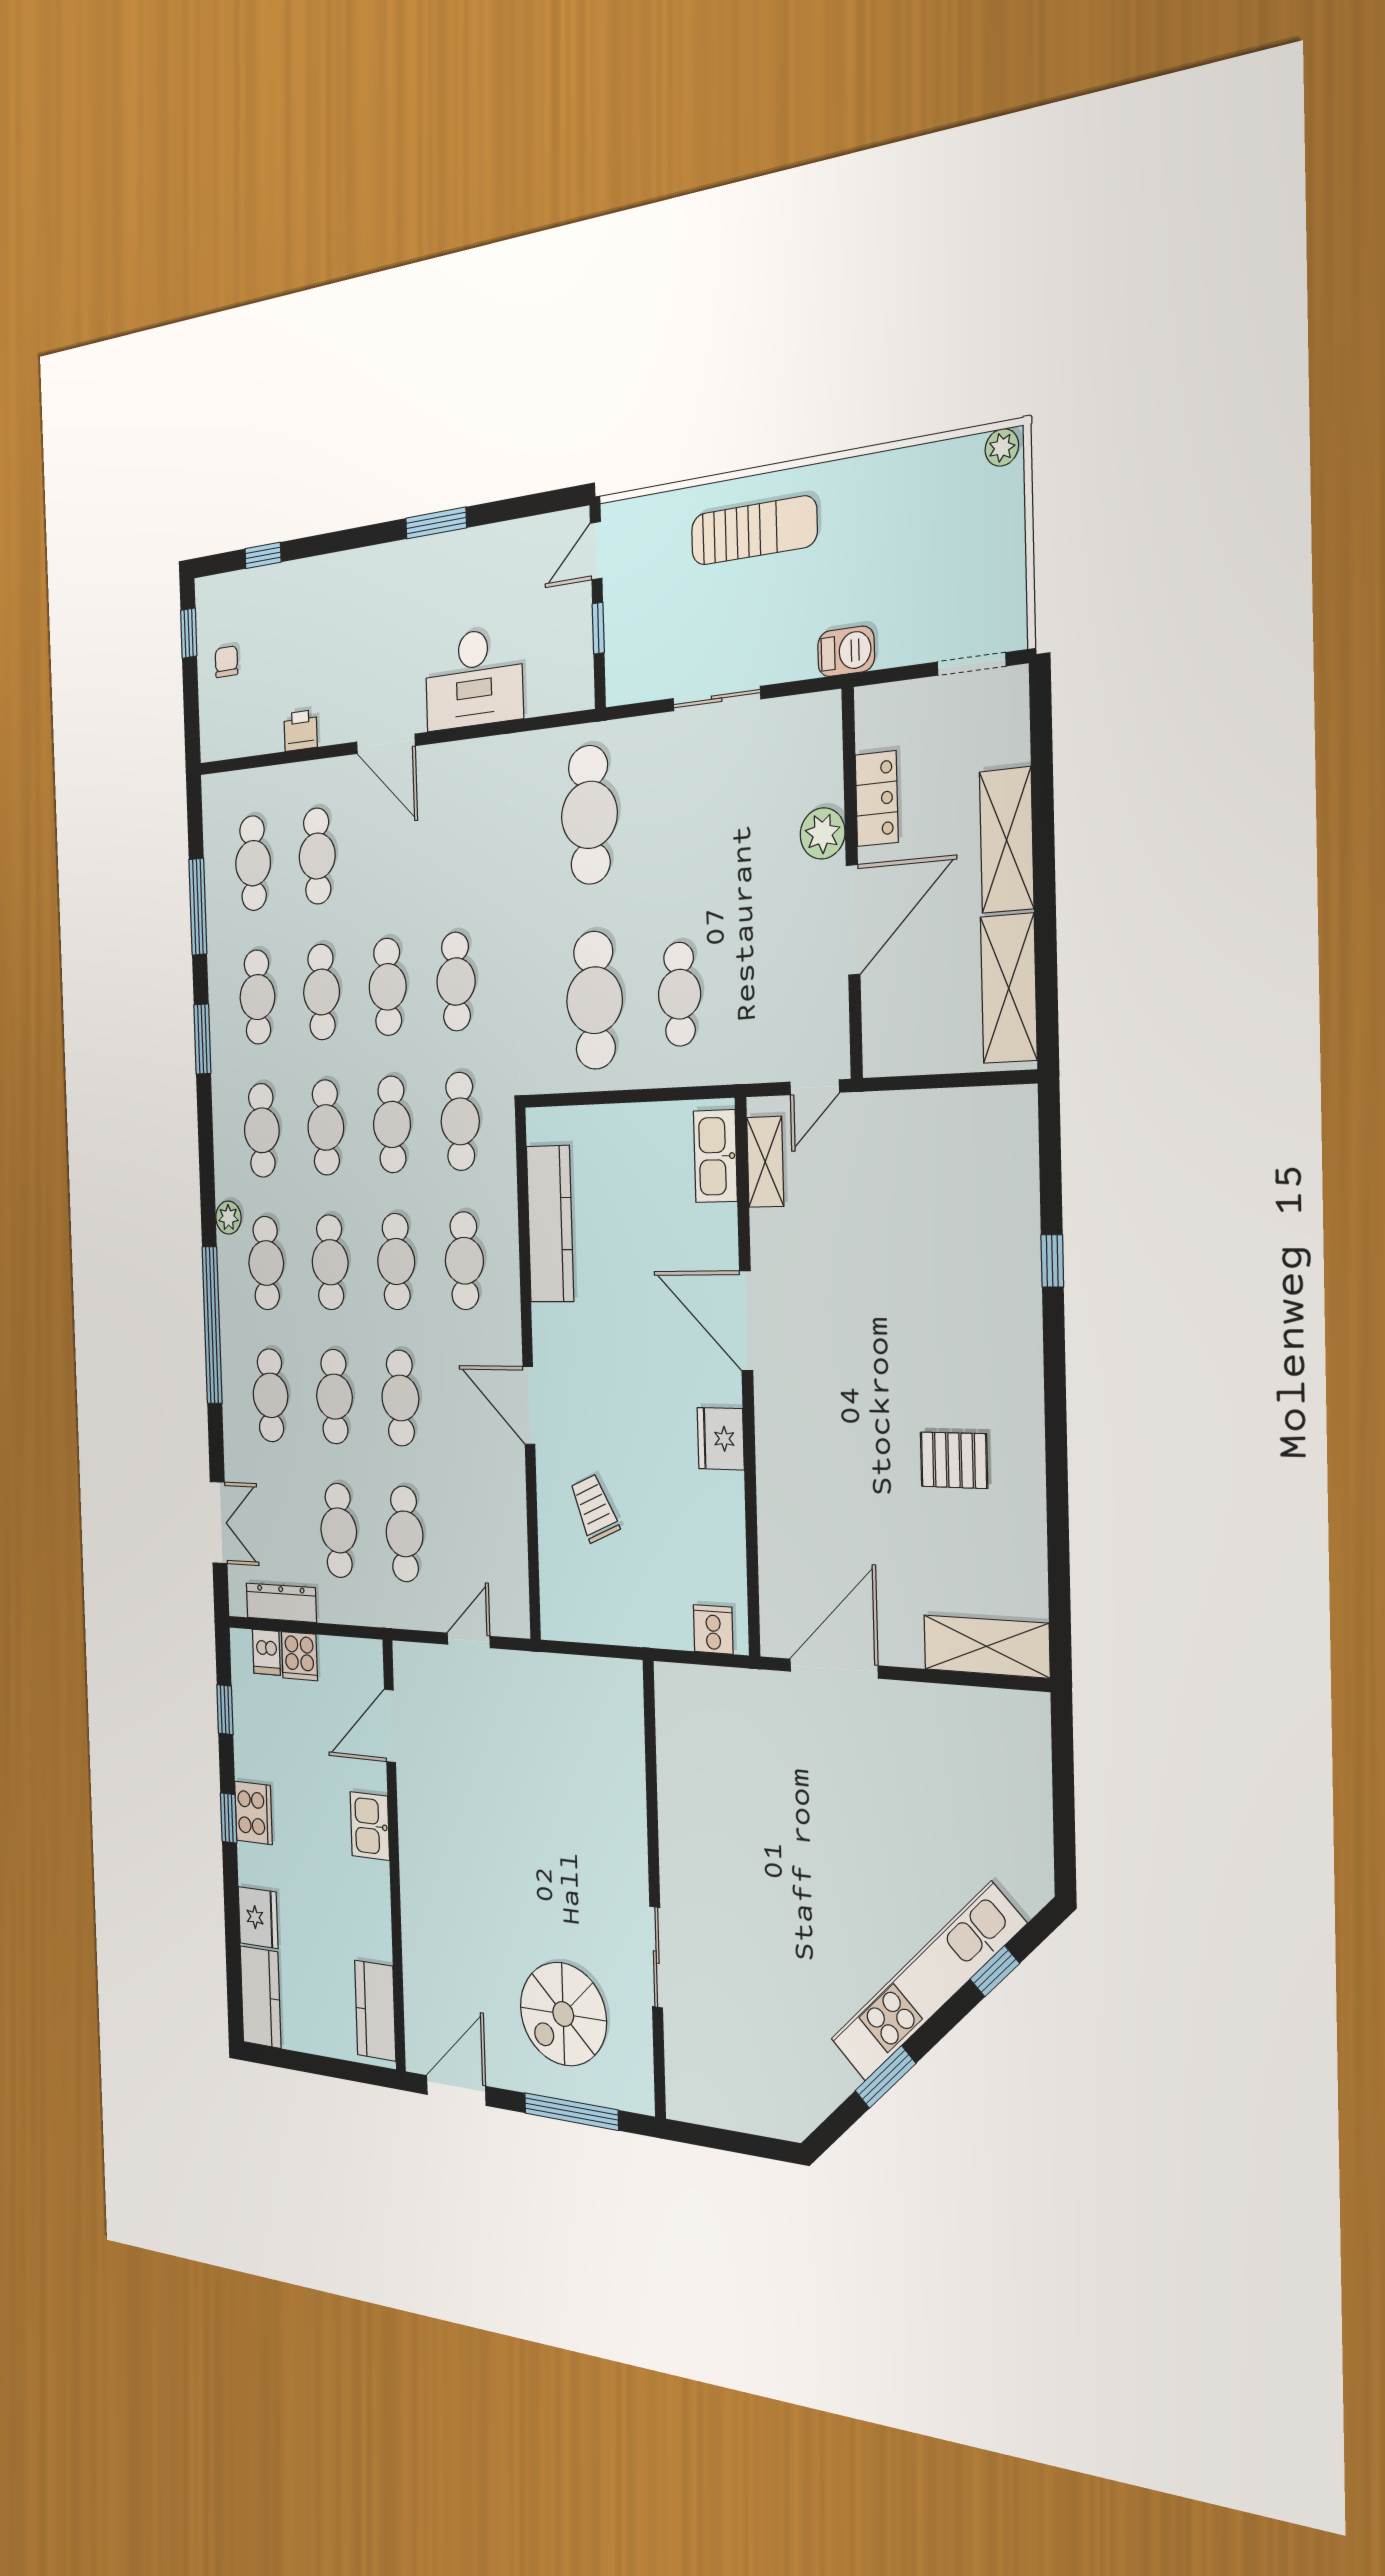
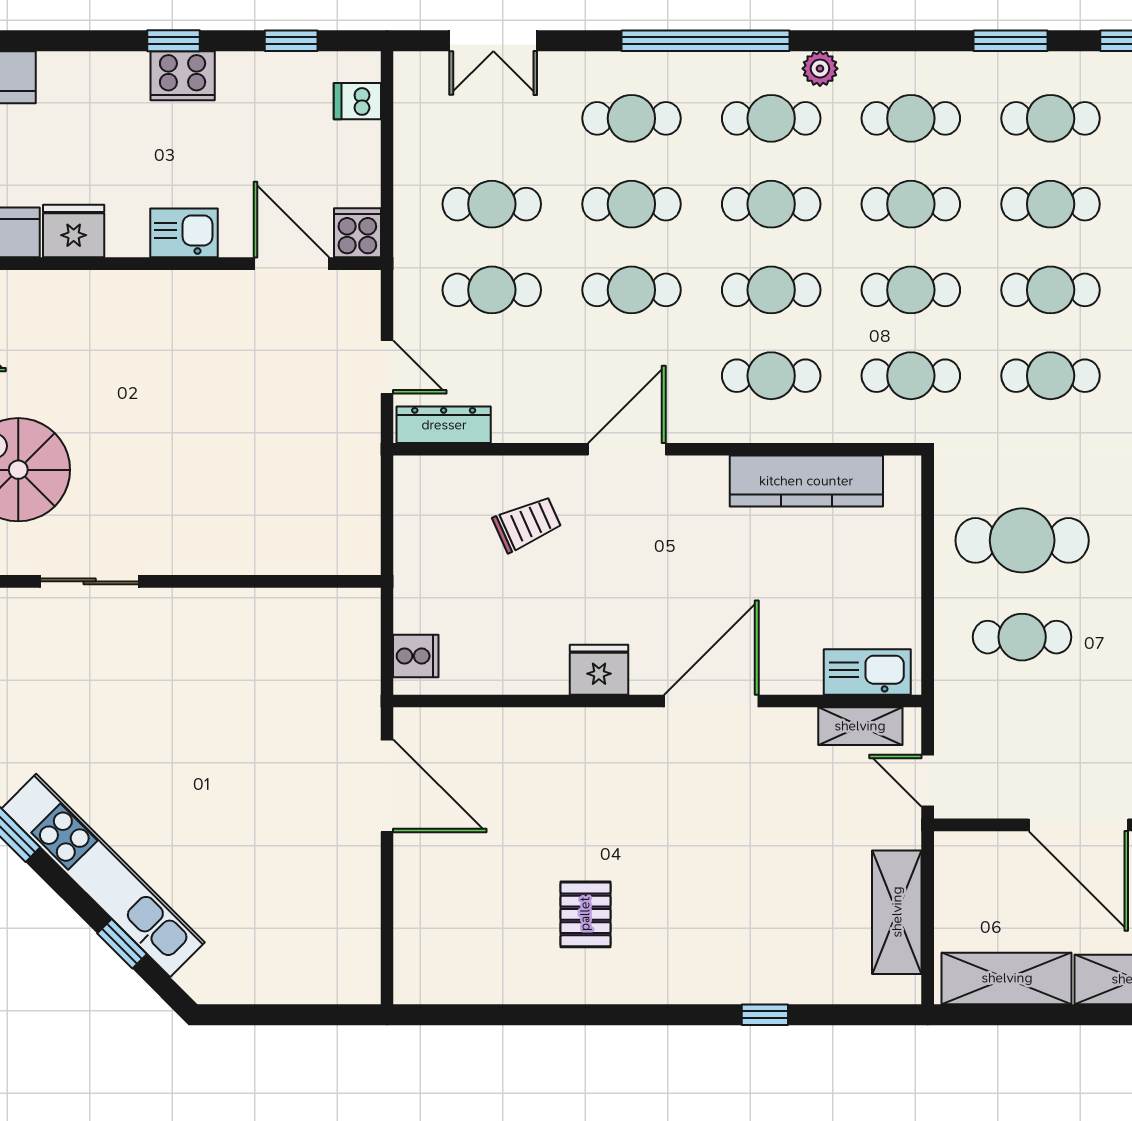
dresser: (281, 1603) -> (444, 425), moved, turned -90
shelving: (986, 1646) -> (897, 912), moved
cooker: (299, 1656) -> (357, 233), moved, turned 90
fridge: (258, 1918) -> (74, 231), moved, turned 180

